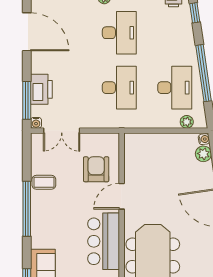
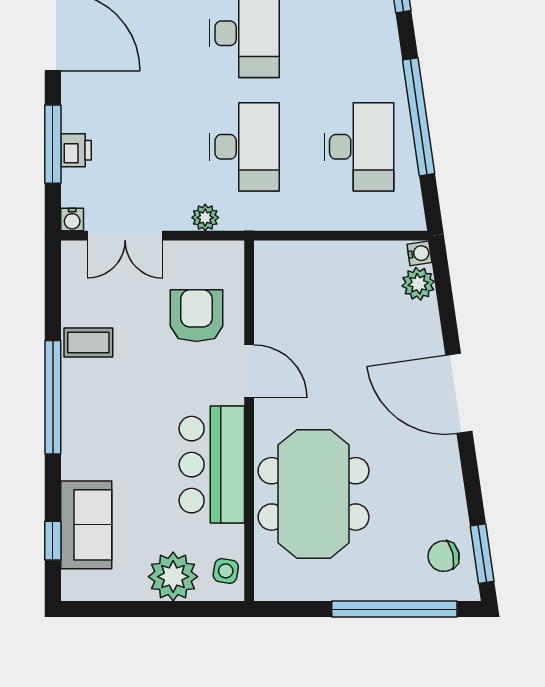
printer: (41, 89) -> (76, 150), width x0.53, depth x0.68
window: (27, 100) -> (53, 144), moved
plant: (187, 122) -> (205, 218), moved
door: (122, 196) -> (249, 371), swing flipped

